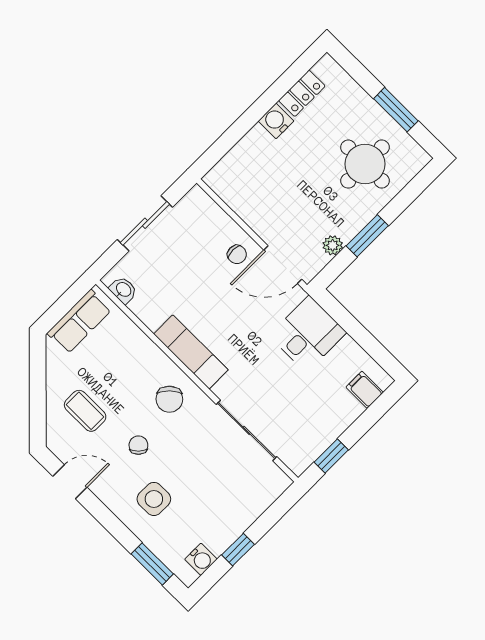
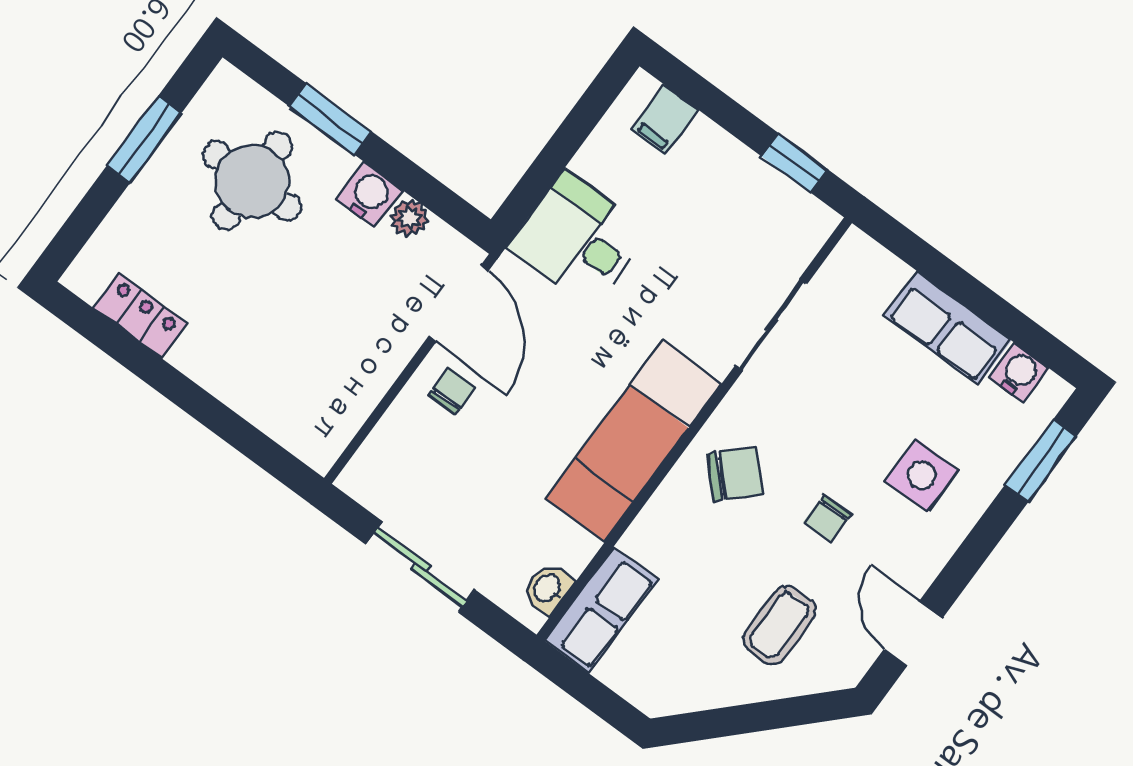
water cooler: (276, 121) -> (369, 195), moved, turned 180
window: (367, 236) -> (330, 119), moved
row of seats: (79, 322) -> (601, 610), moved, turned 90
exam couch: (191, 352) -> (633, 441), width x1.36, depth x1.45
sliding door: (247, 430) -> (771, 325), width x0.73
chair: (138, 445) -> (828, 518), turned -44
row of seats: (231, 525) -> (948, 328), added
window: (238, 550) -> (991, 308), removed

